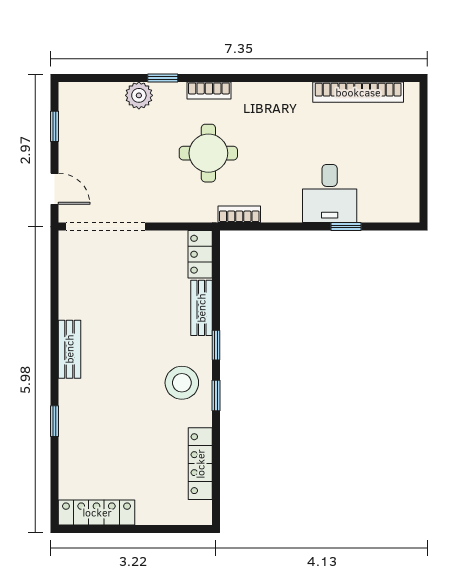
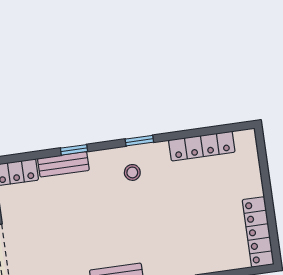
window: (216, 345) -> (74, 150), moved
stool: (182, 383) -> (132, 172), width x0.53, depth x0.53

